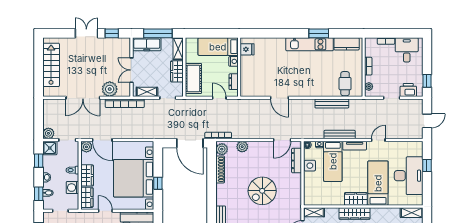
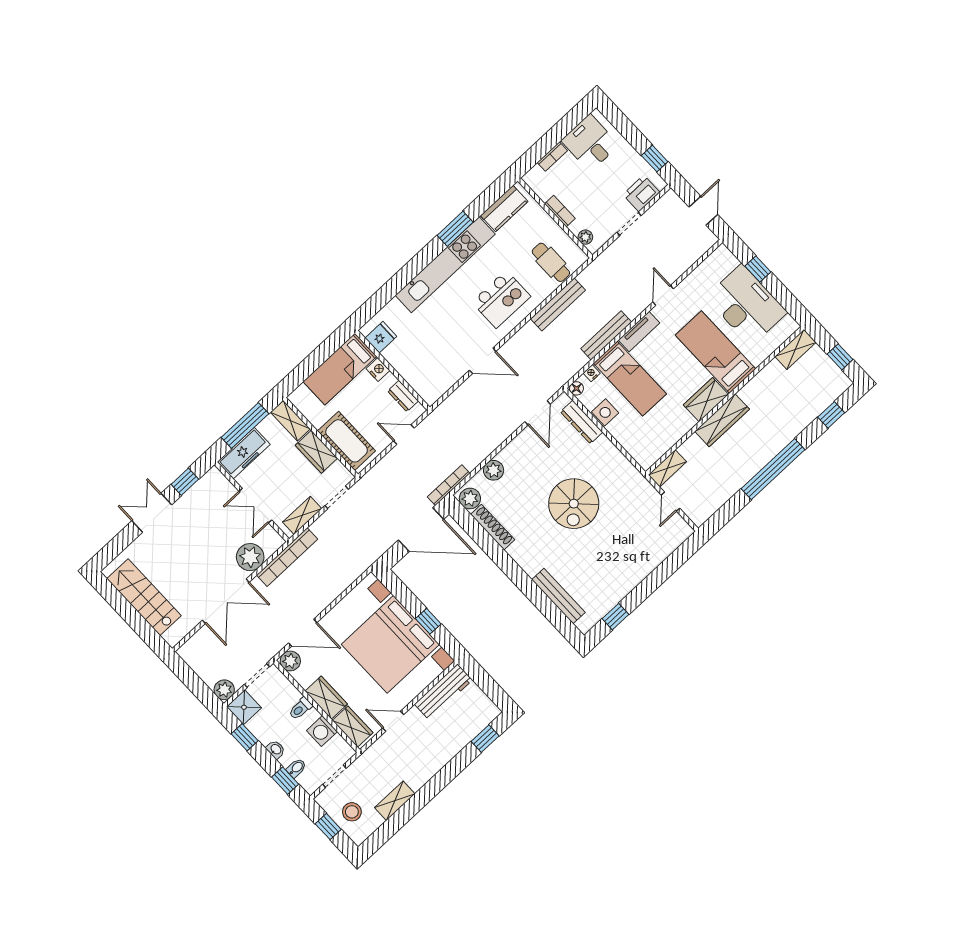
kitchen unit: (310, 44) -> (445, 265), width x1.36
kitchen island: (311, 80) -> (501, 299), added

